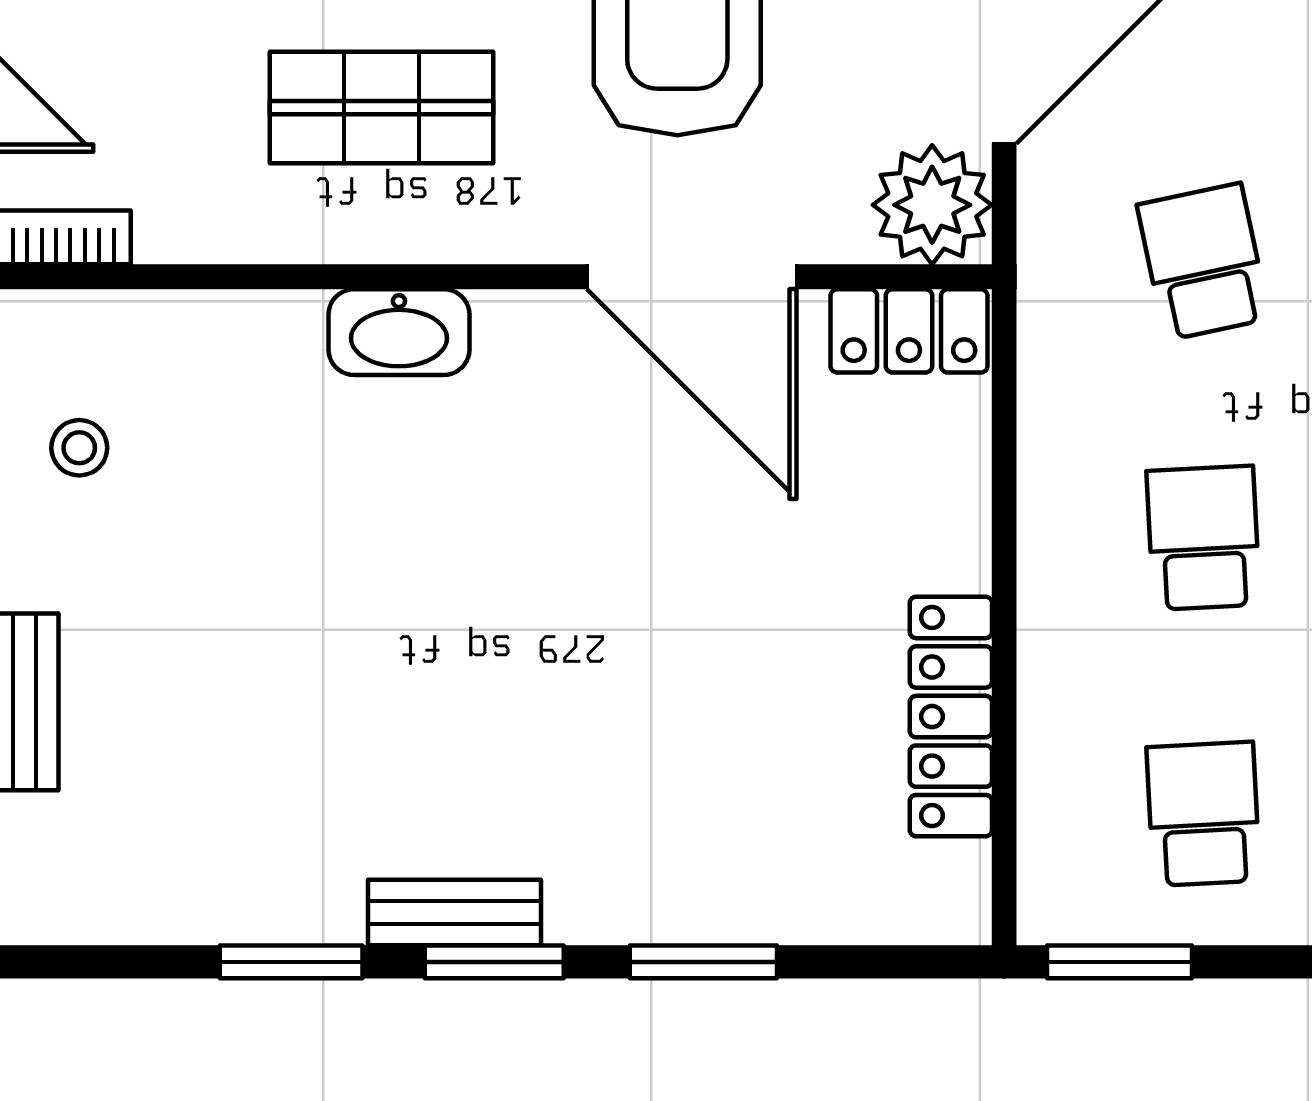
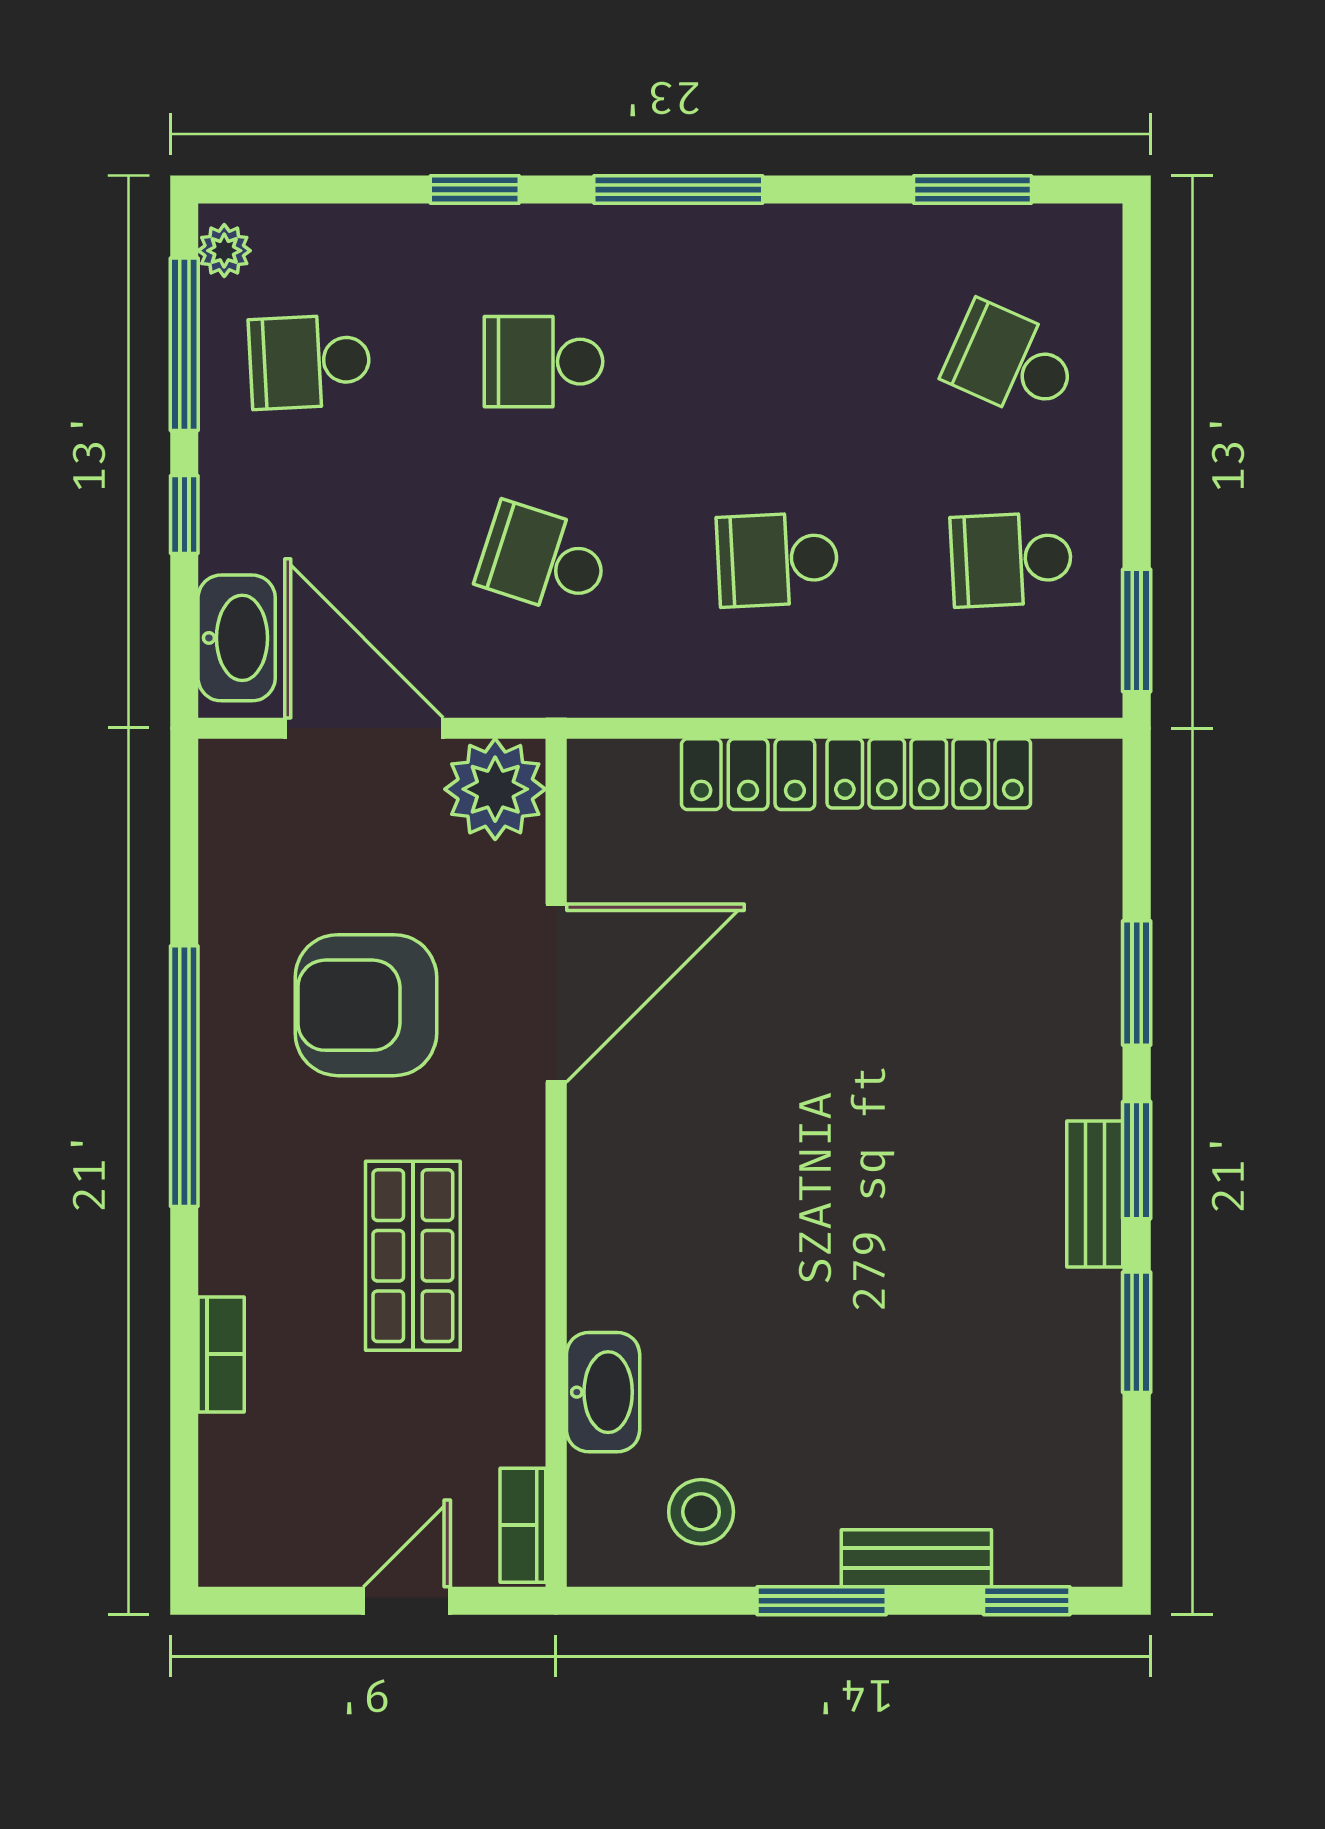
school desk: (1203, 262) -> (543, 560), turned 30
locker: (909, 331) -> (748, 774), moved, turned 90
washbasin: (399, 332) -> (603, 1392), moved
stool: (79, 448) -> (701, 1512), width x1.37, depth x1.37

